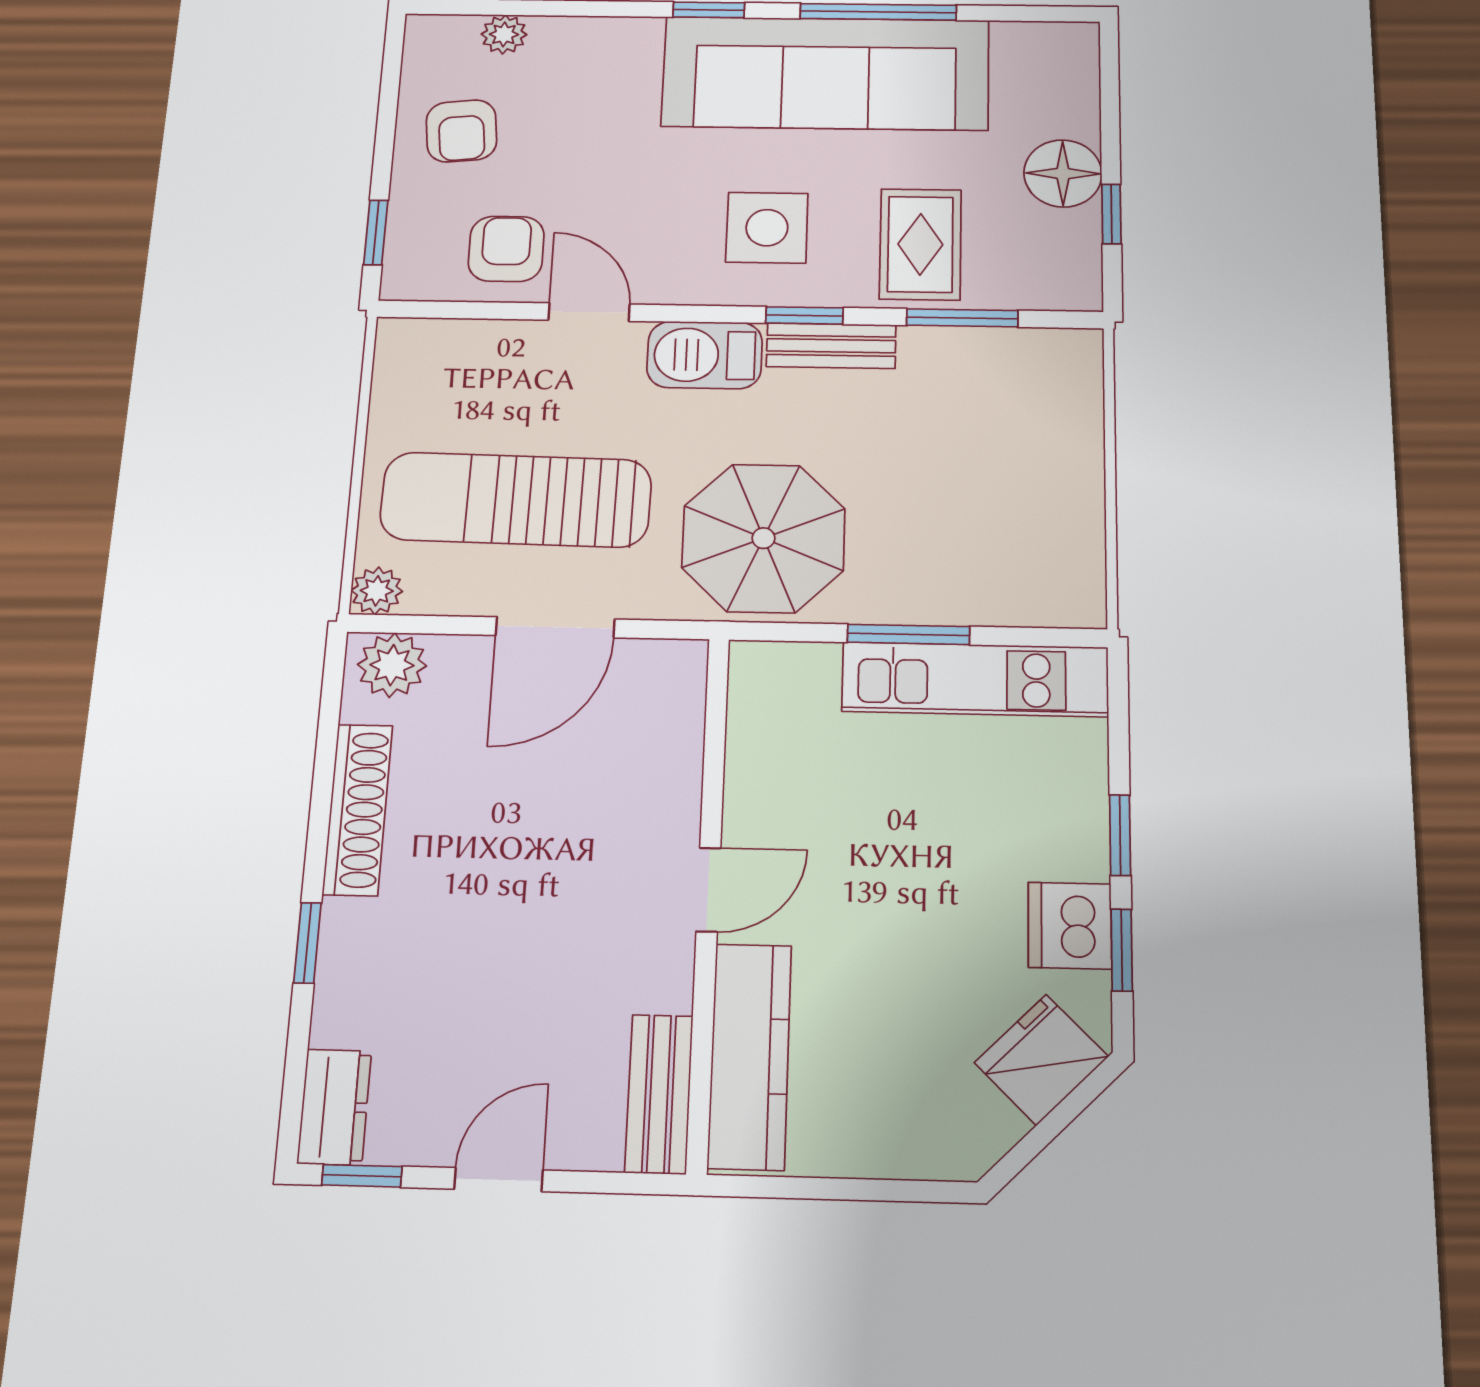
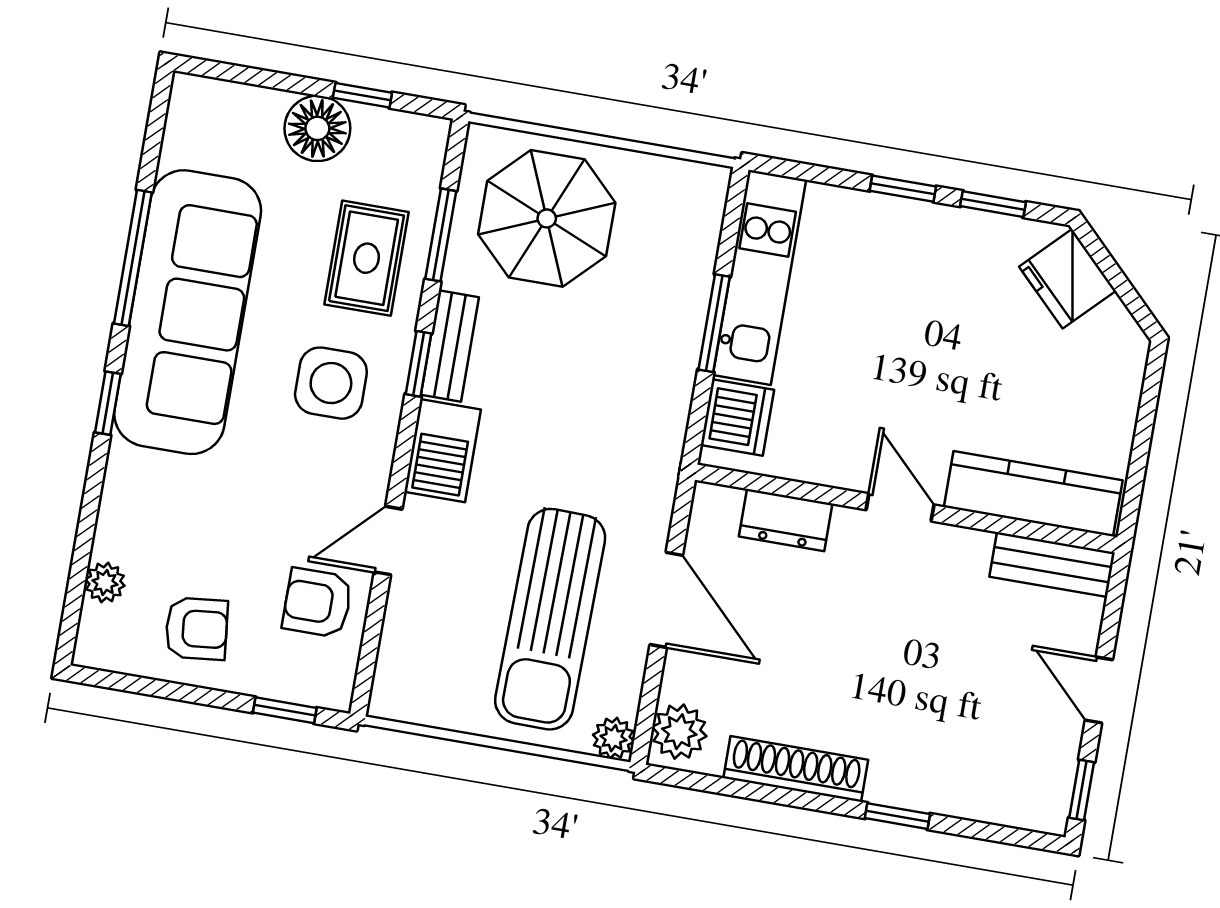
rug: (920, 244) -> (367, 258), turned 90
parasol: (764, 538) -> (547, 218), moved
dishwasher: (1070, 926) -> (737, 417), moved, turned -90
dresser: (334, 1107) -> (786, 520), moved, turned 180

